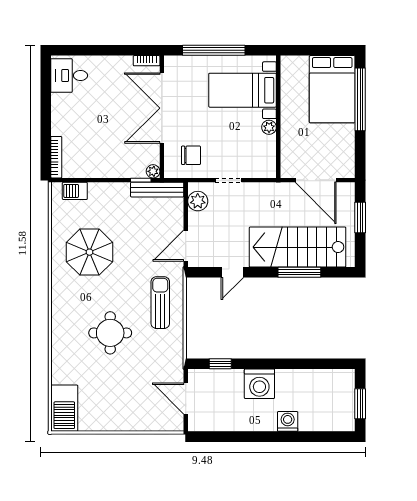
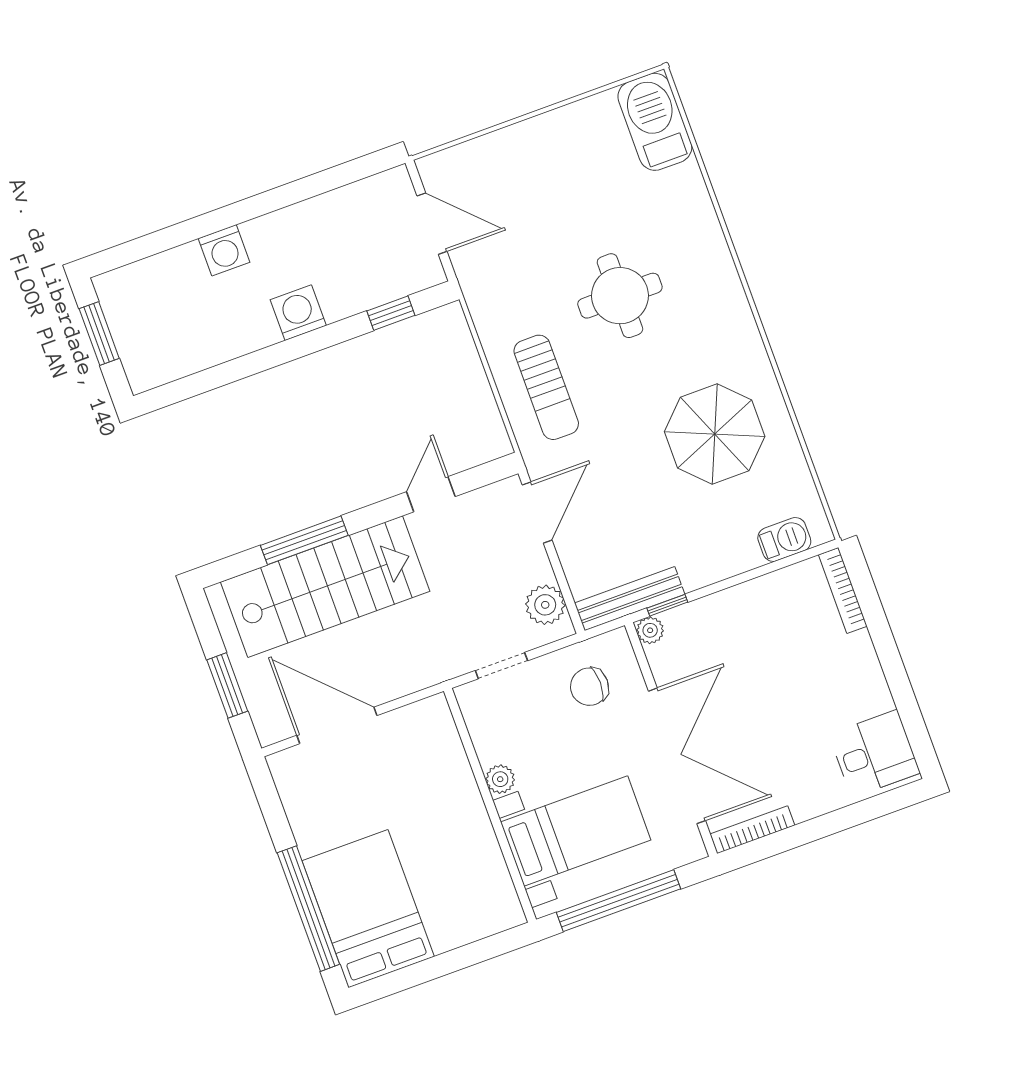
bookcase: (147, 61) -> (752, 830), width x1.56
bed with nightstands: (243, 90) -> (576, 831), moved
wall: (278, 117) -> (490, 805), moved
plant: (269, 127) -> (500, 779), moved
washing machine: (259, 384) -> (298, 313), width x0.73, depth x0.73

